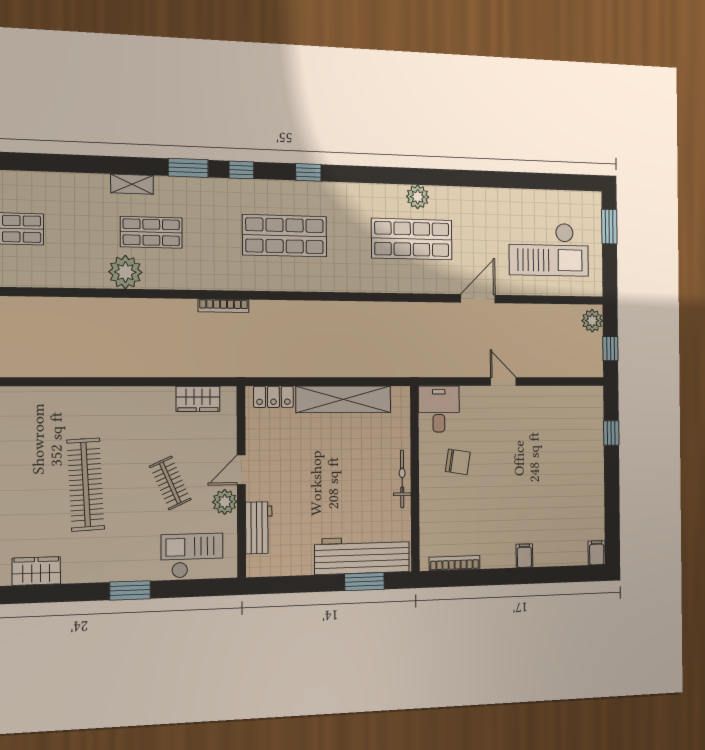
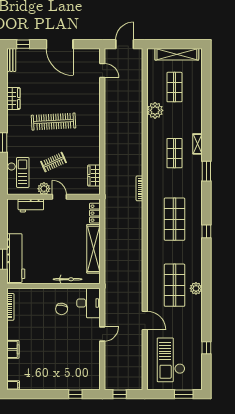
window: (241, 170) -> (206, 348), moved
plant: (125, 272) -> (155, 110), moved
plant: (592, 321) -> (134, 384), removed
desk: (439, 409) -> (89, 303), width x1.37
bicycle: (402, 479) -> (68, 279), moved
filing cabinet: (524, 556) -> (13, 349), width x2.00

